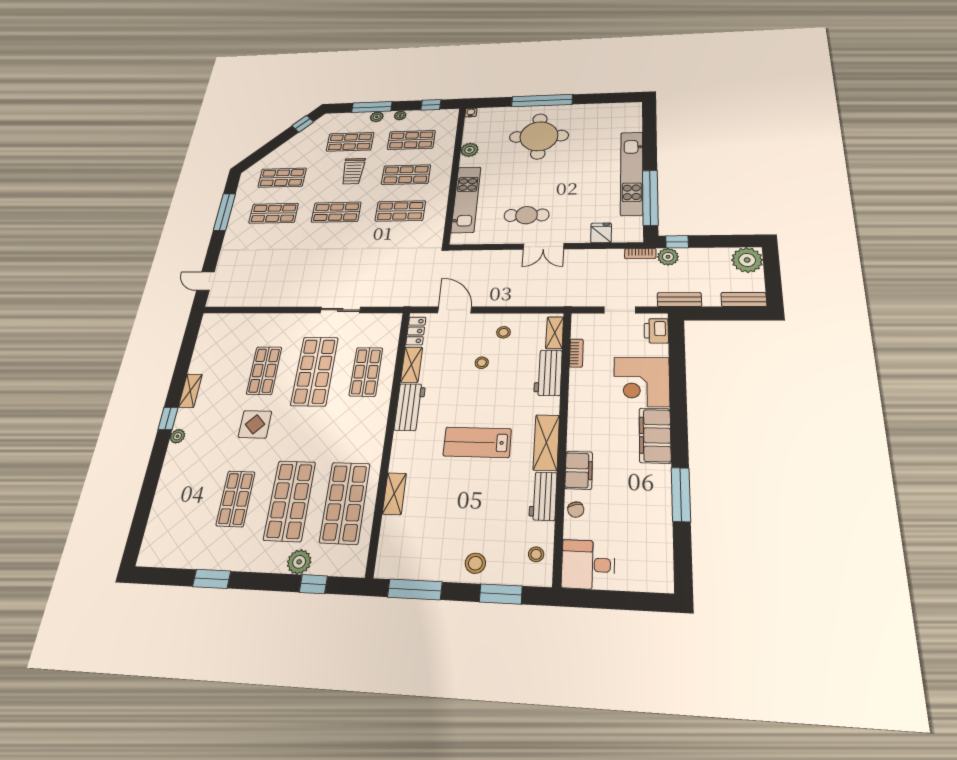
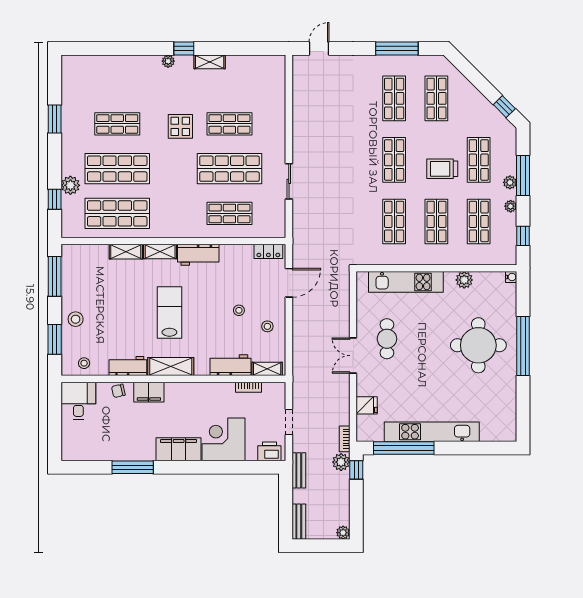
plant: (747, 260) -> (343, 533), width x0.53, depth x0.53
shelving: (412, 365) -> (160, 252), moved

